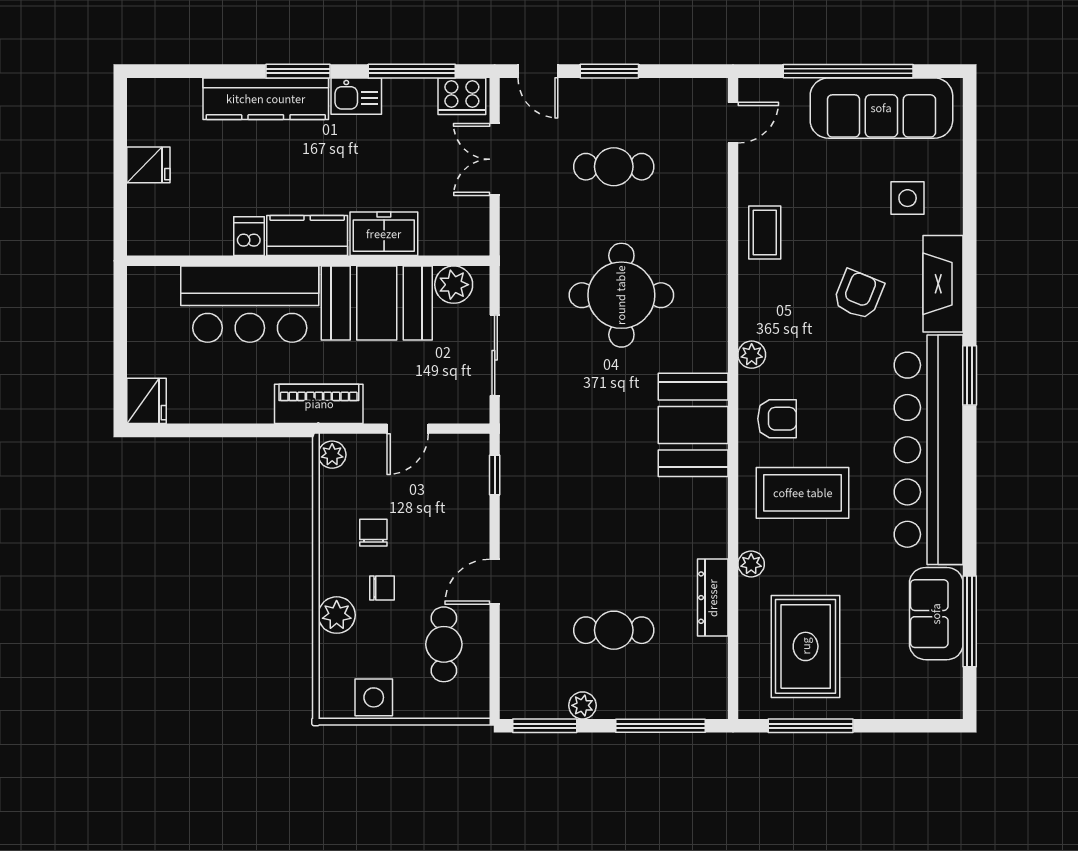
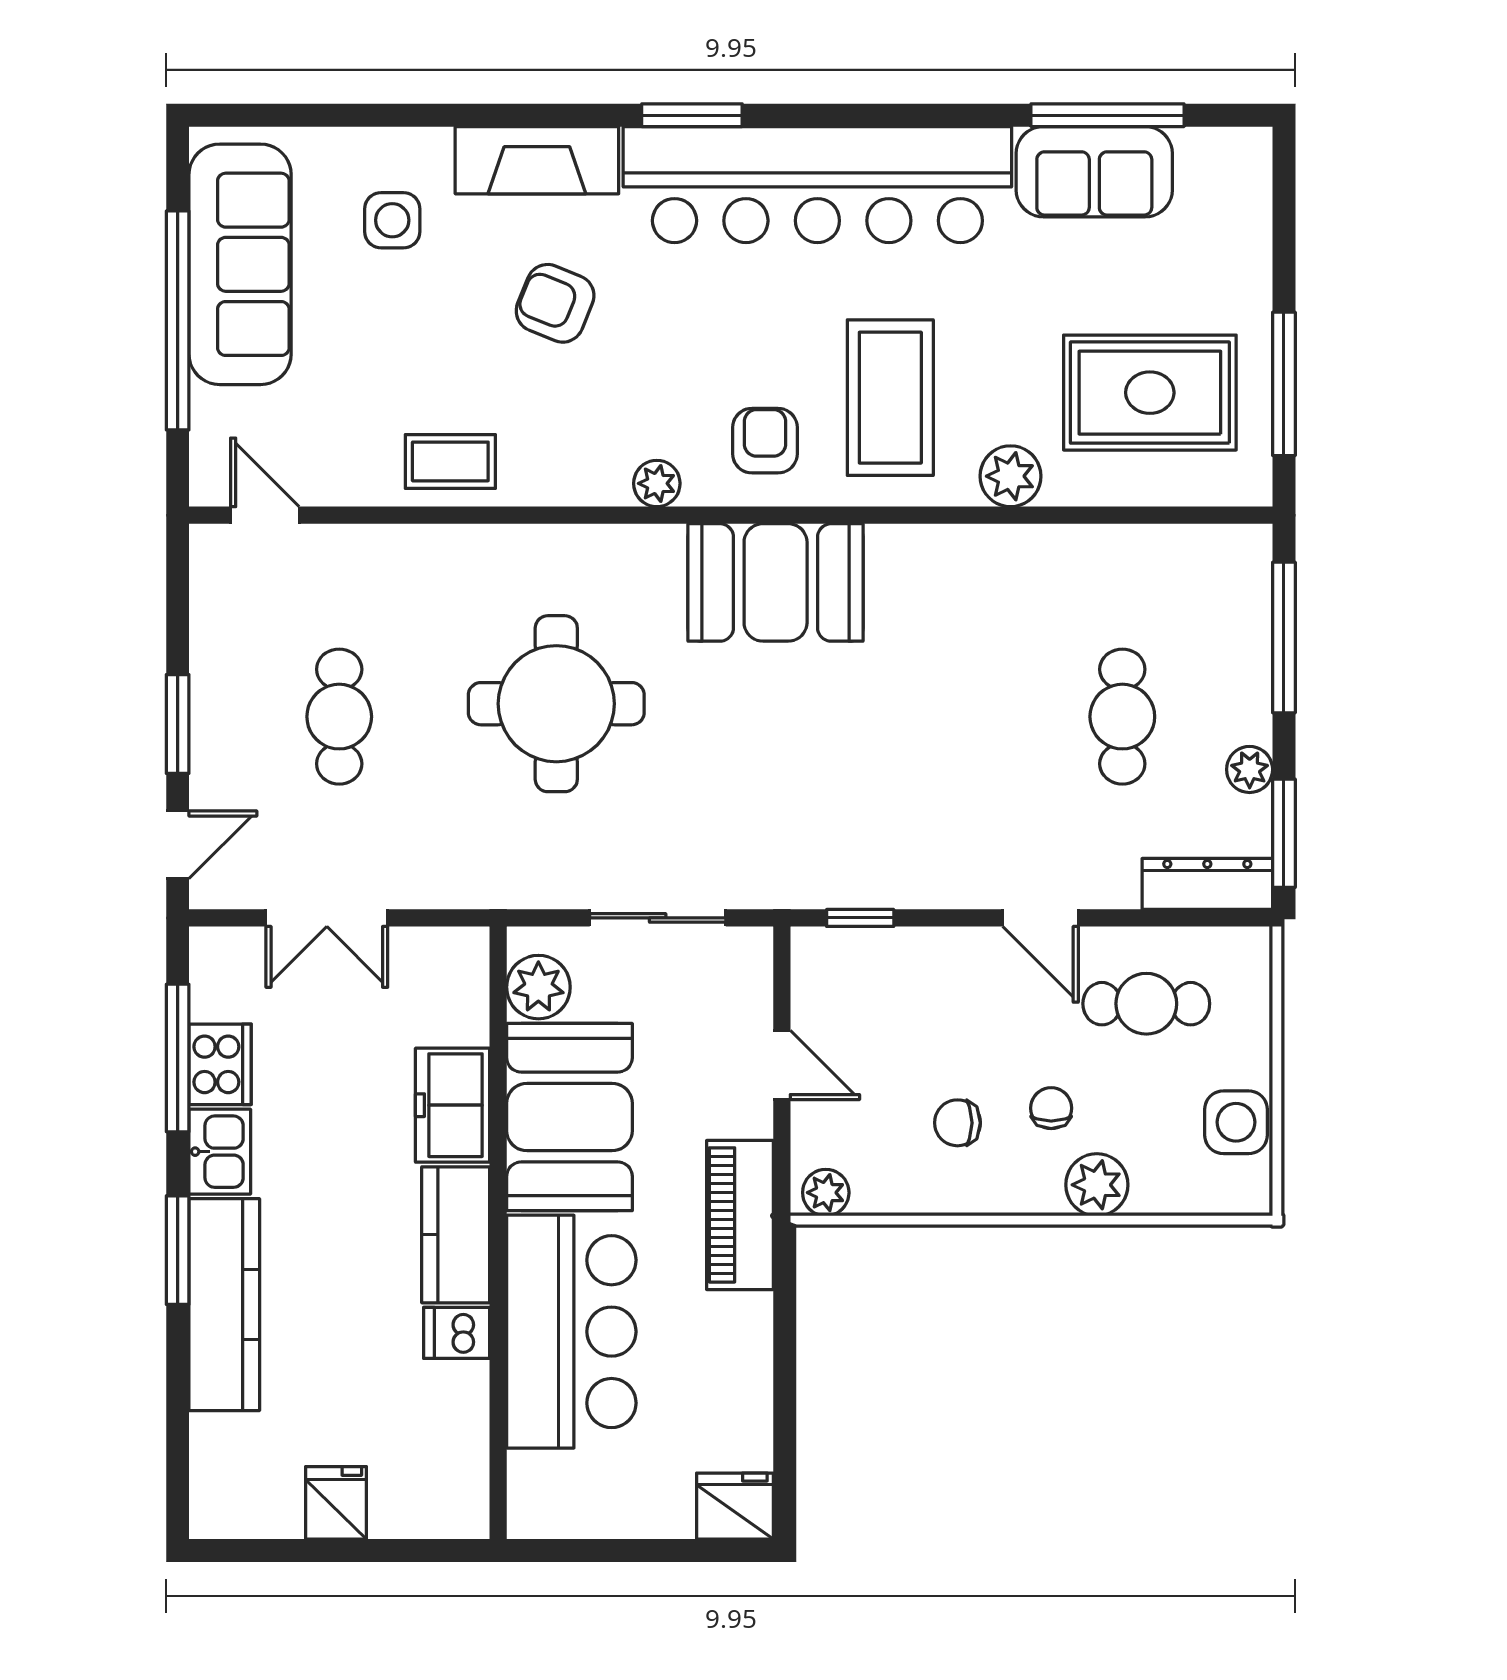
cooker: (462, 96) -> (220, 1064), moved
plant: (751, 564) -> (1011, 476), width x1.38, depth x1.38
dresser: (713, 598) -> (1207, 884), moved, turned 180

